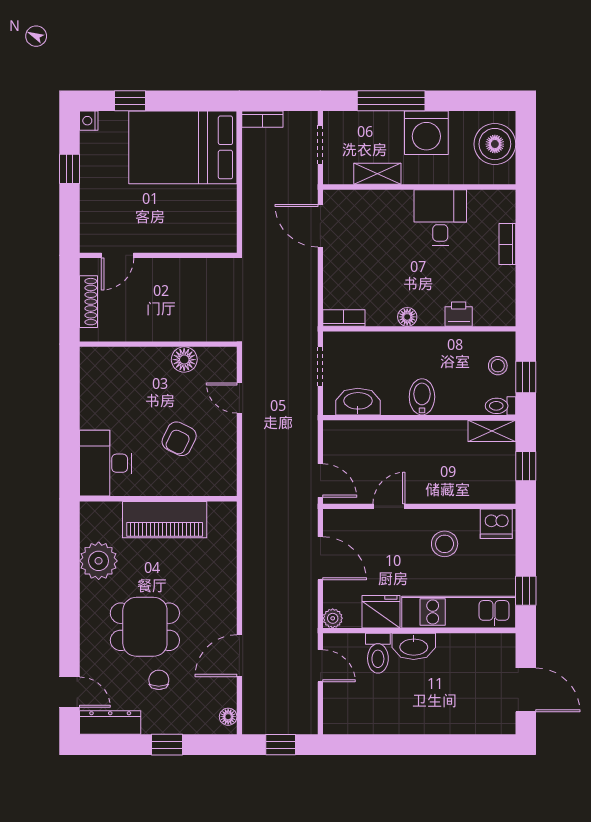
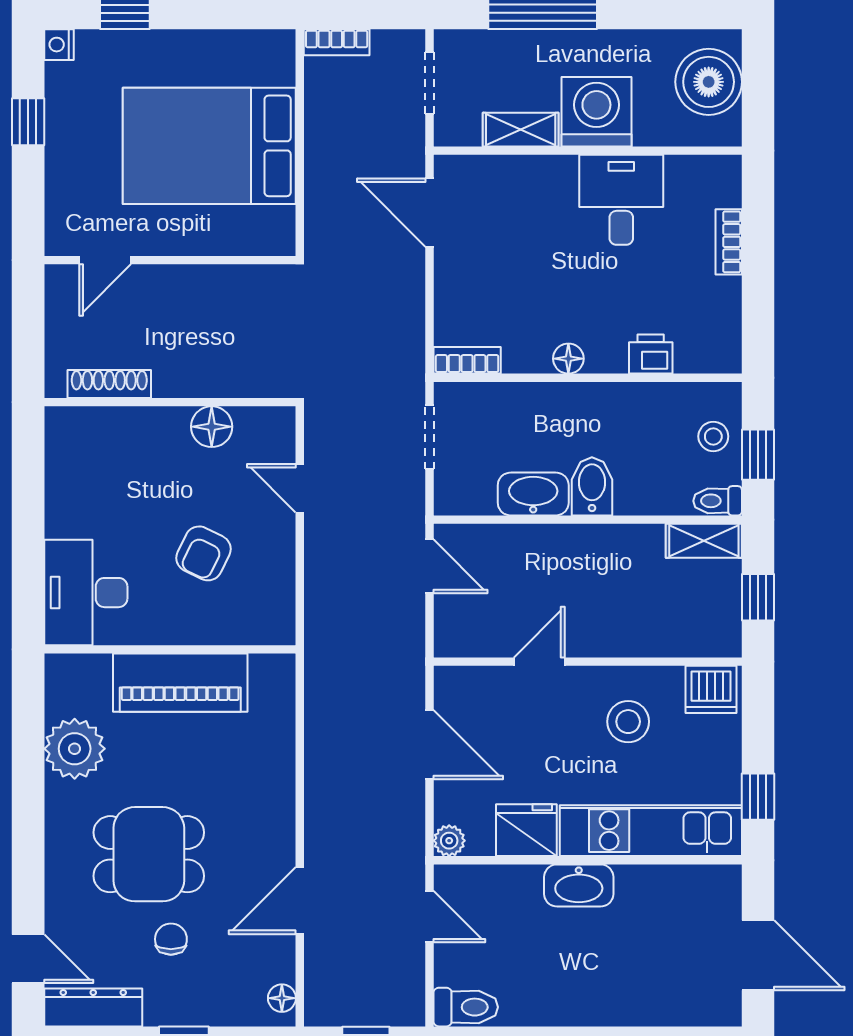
washing machine: (426, 133) -> (596, 112), moved, turned 180
bed: (183, 147) -> (209, 146), moved
shoe rack: (88, 302) -> (109, 384), moved, turned -90
washbasin: (358, 402) -> (533, 494), moved
door: (320, 480) -> (430, 566), moved
toilet: (378, 653) -> (466, 1007), moved, turned -90

